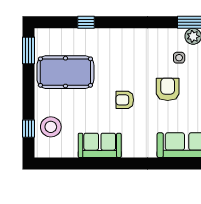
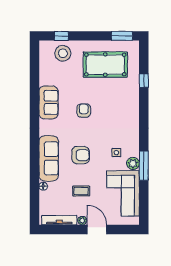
pool table: (65, 72) -> (105, 65), turned 90
armchair: (168, 89) -> (81, 155), moved
sofa: (100, 145) -> (49, 102), moved

